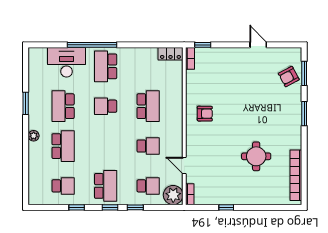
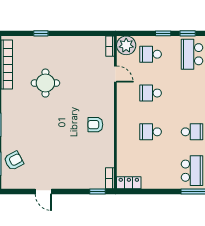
school desk: (148, 106) -> (151, 132), width x0.54
window: (226, 207) -> (41, 33), moved

